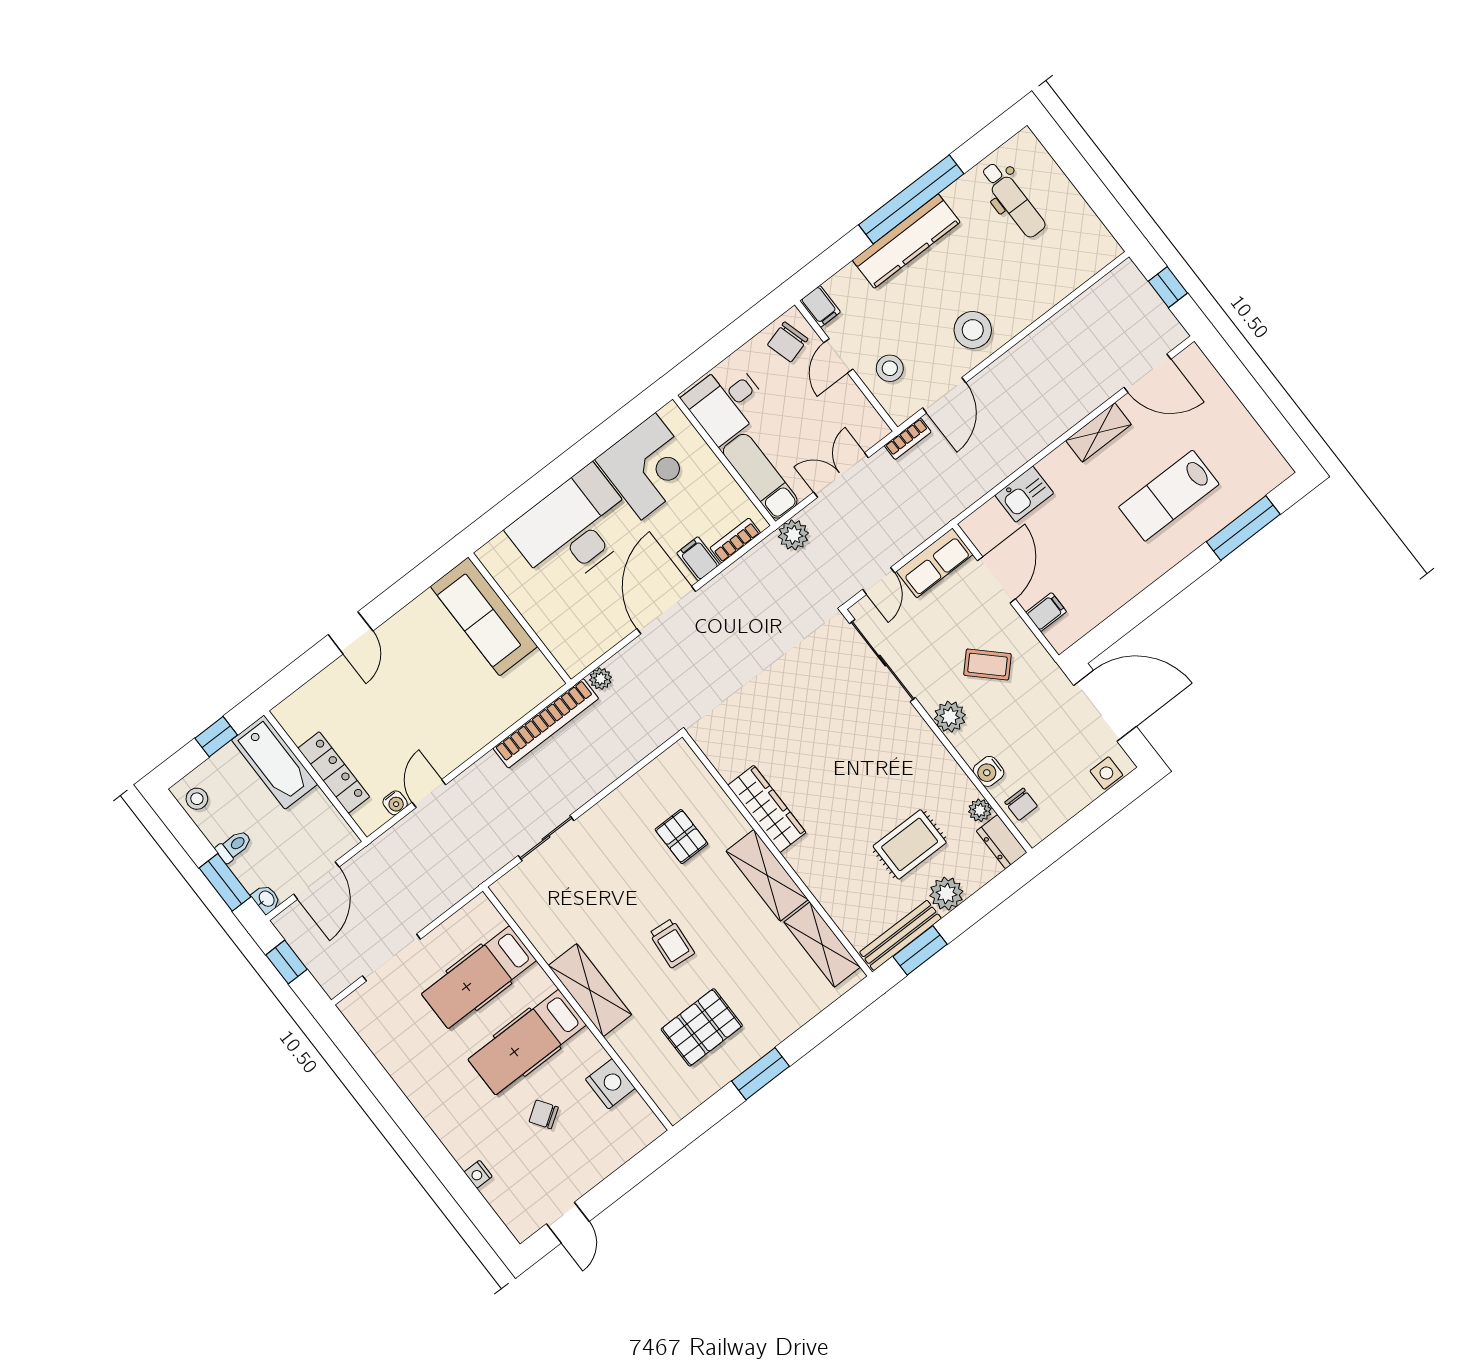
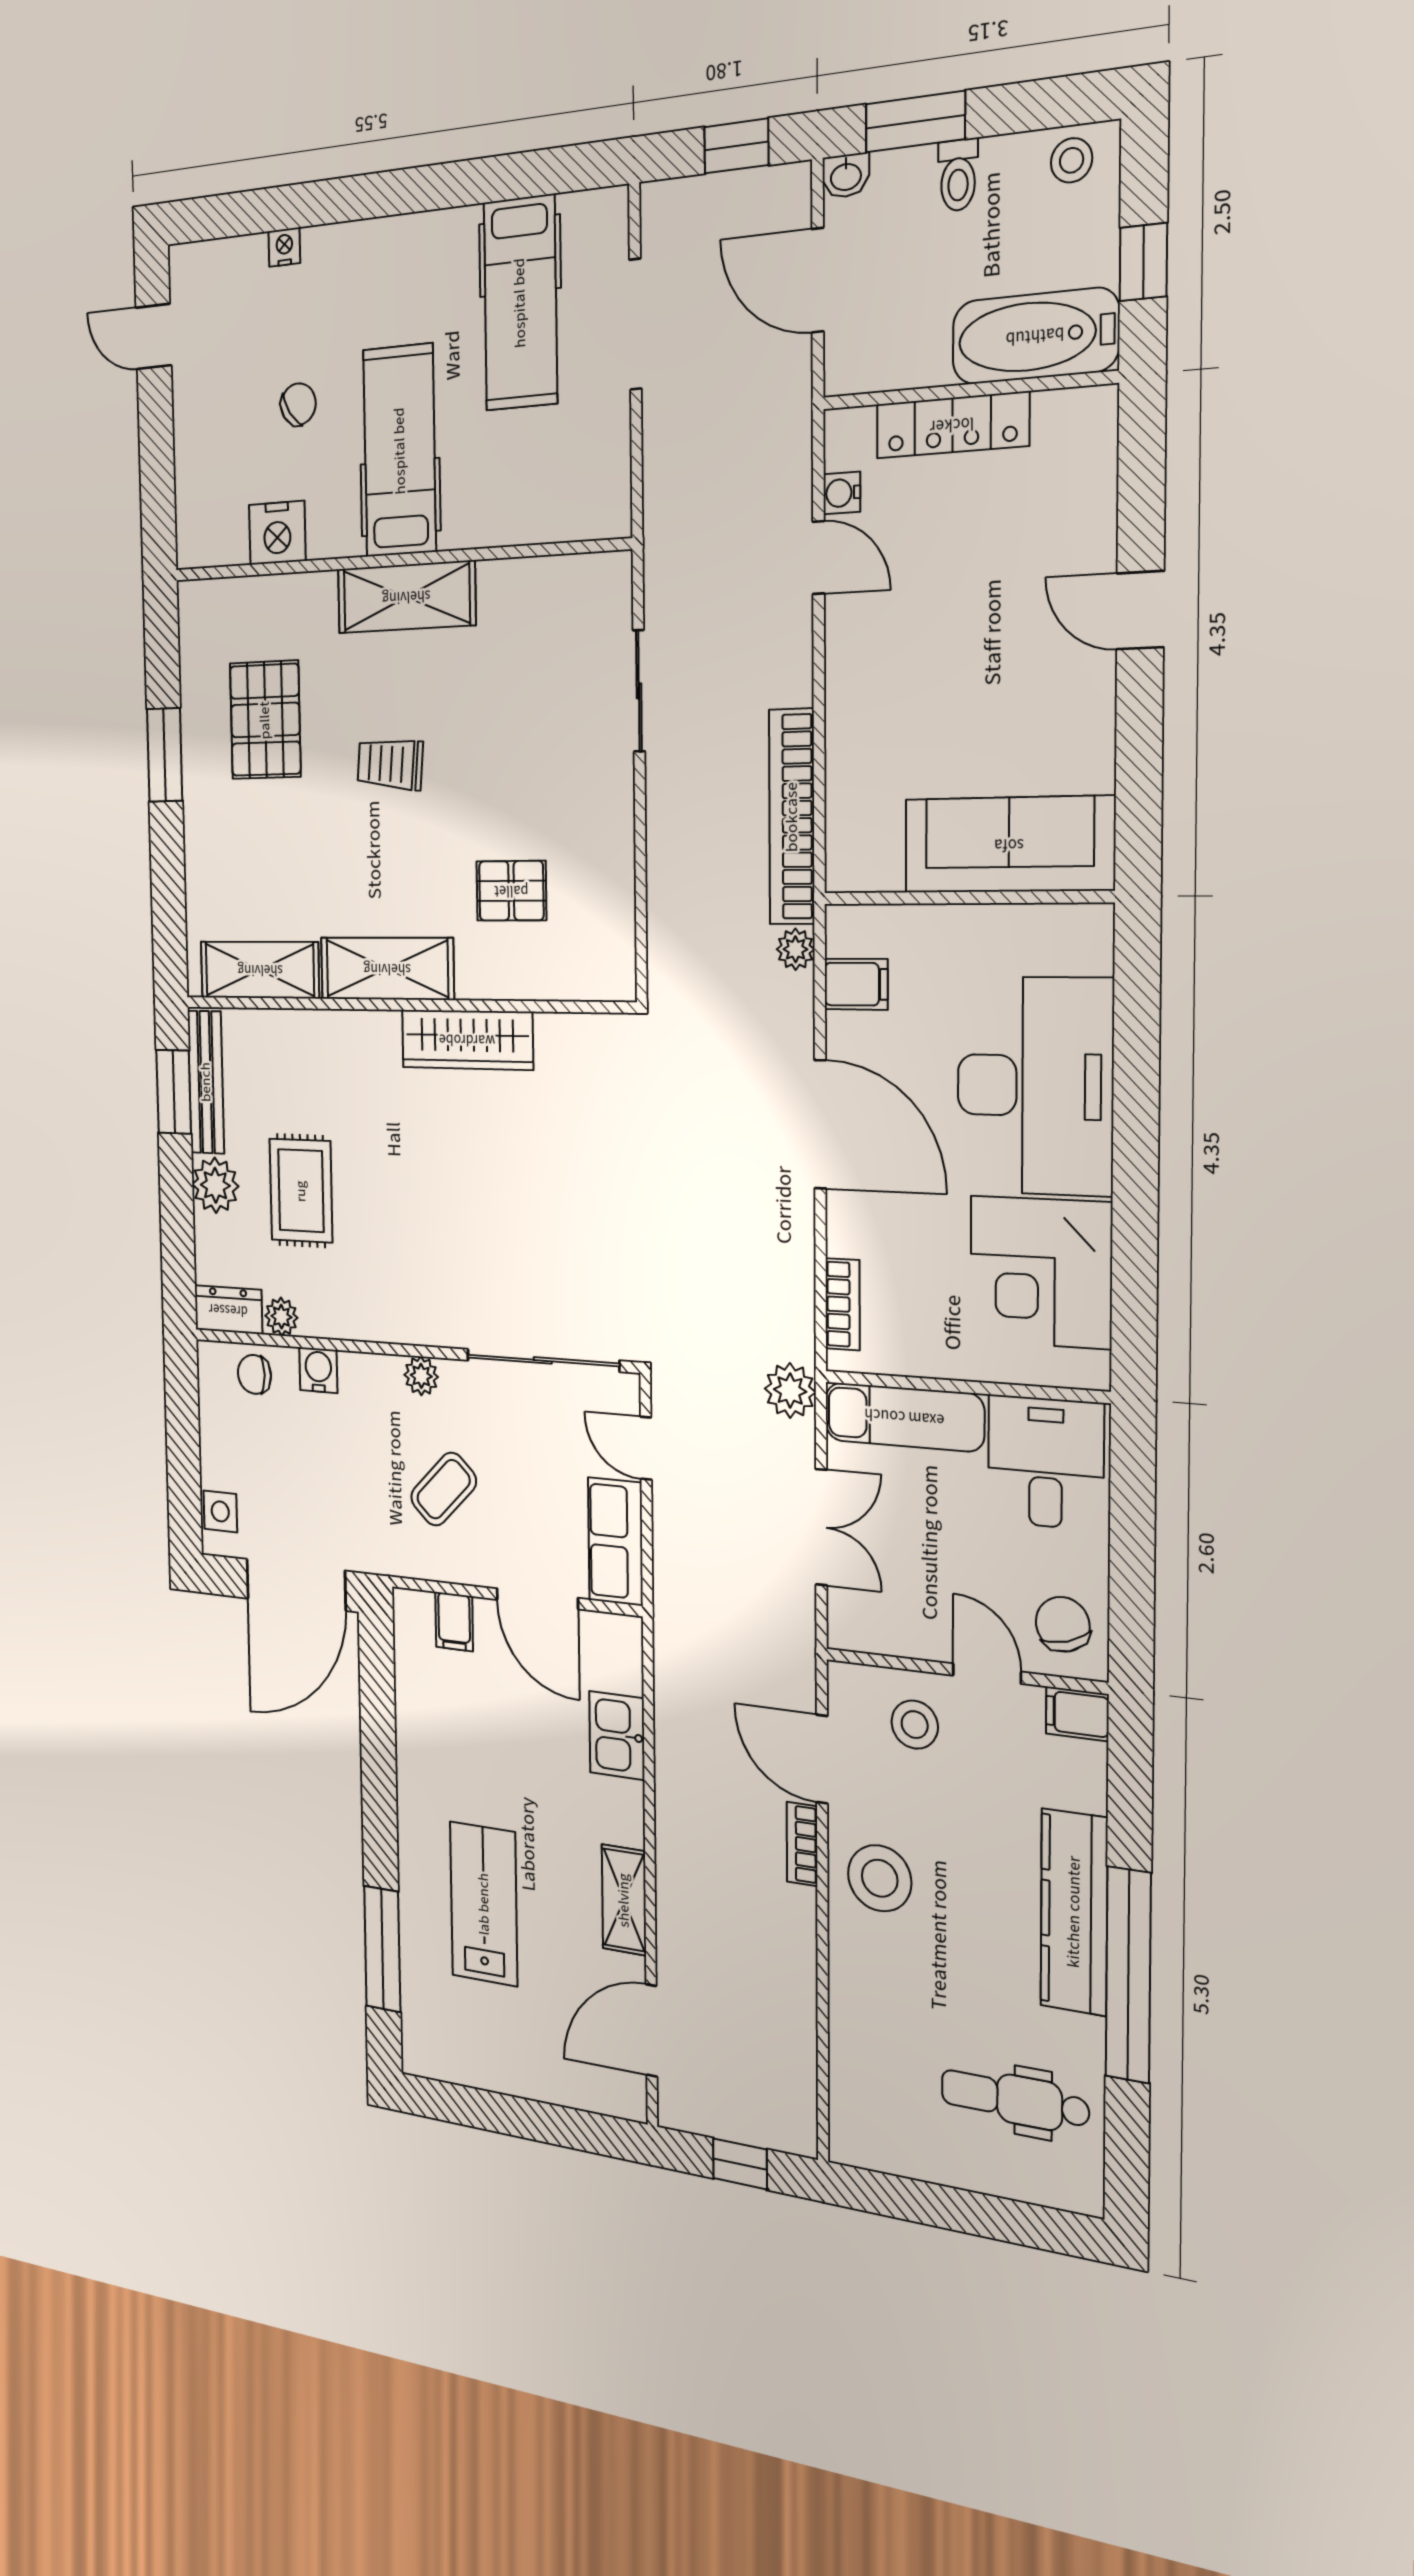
bookcase: (908, 439) -> (802, 1844), moved
filing cabinet: (698, 559) -> (856, 984), moved
plant: (950, 717) -> (421, 1376), width x0.73, depth x0.73
hospital bed: (479, 977) -> (520, 303), moved, turned 180

